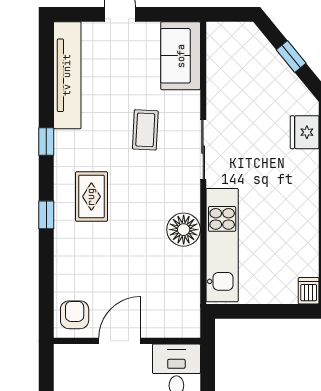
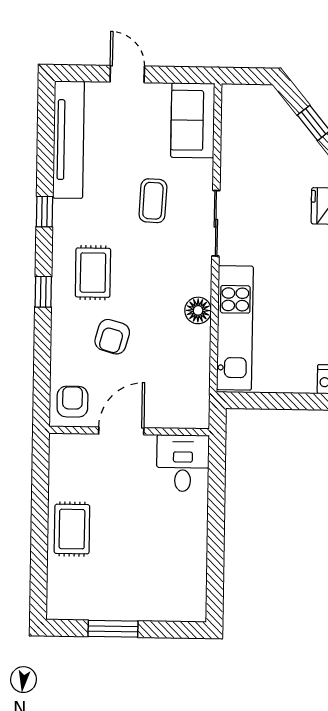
floor lamp: (184, 230) -> (198, 310), width x0.73, depth x0.73
armchair: (110, 255) -> (112, 337), added

